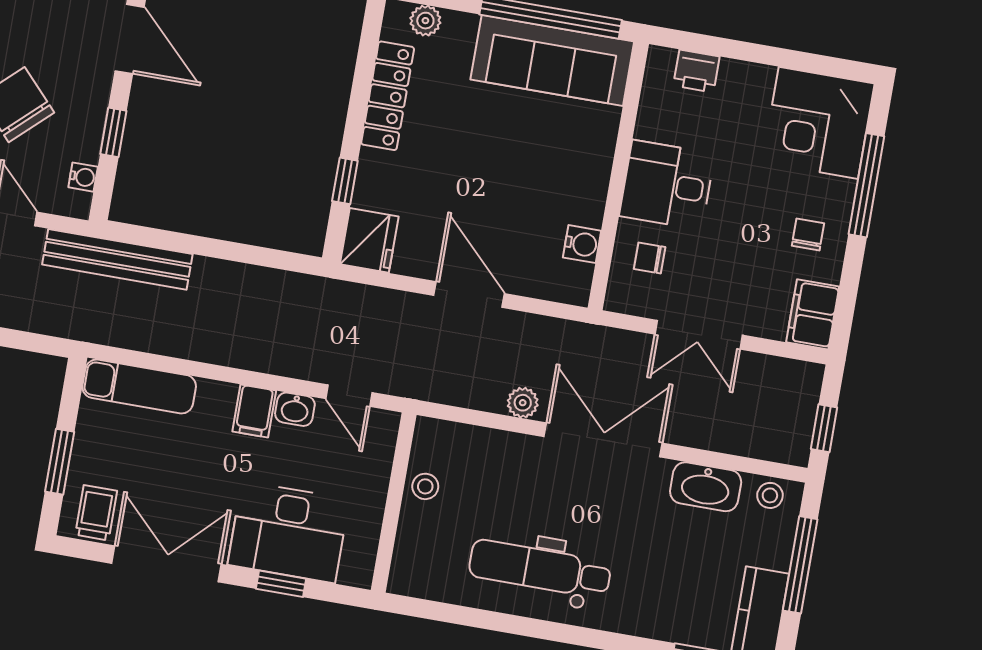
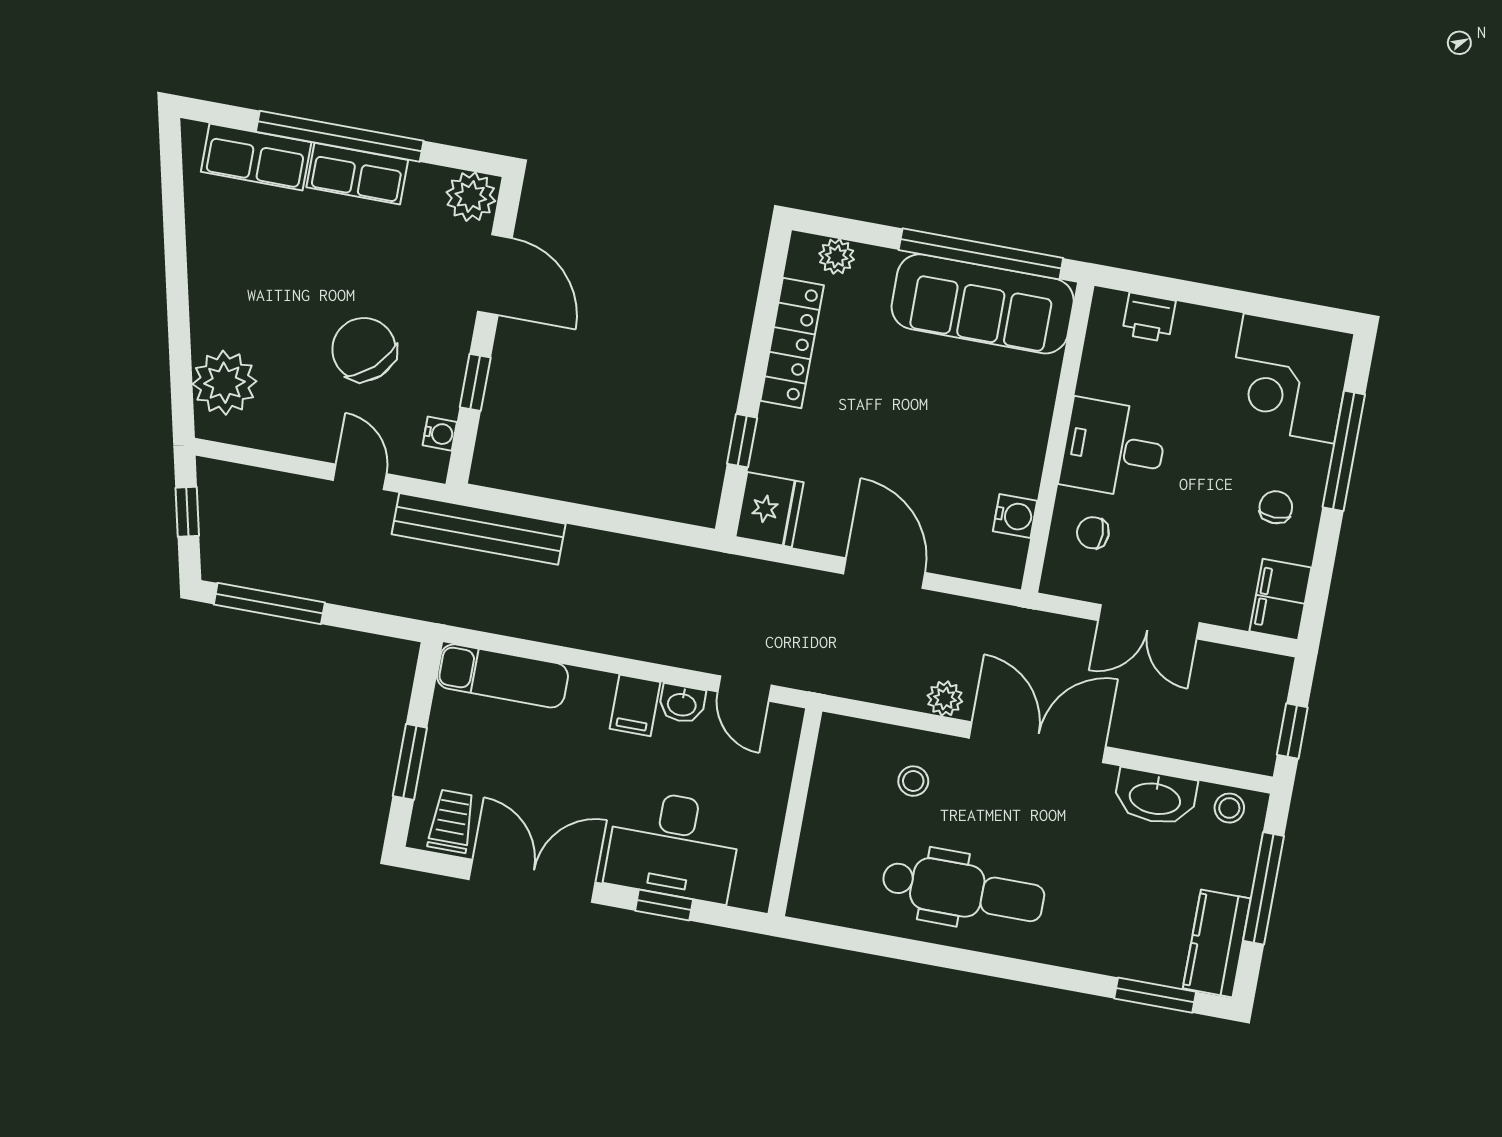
stool: (425, 486) -> (913, 781), moved
dental chair: (540, 569) -> (963, 890), turned 180

